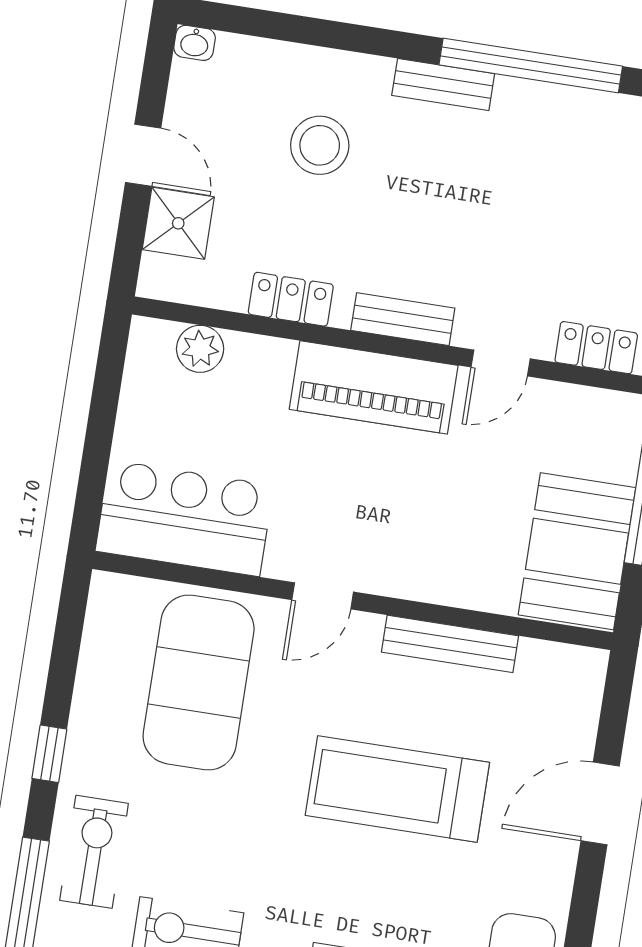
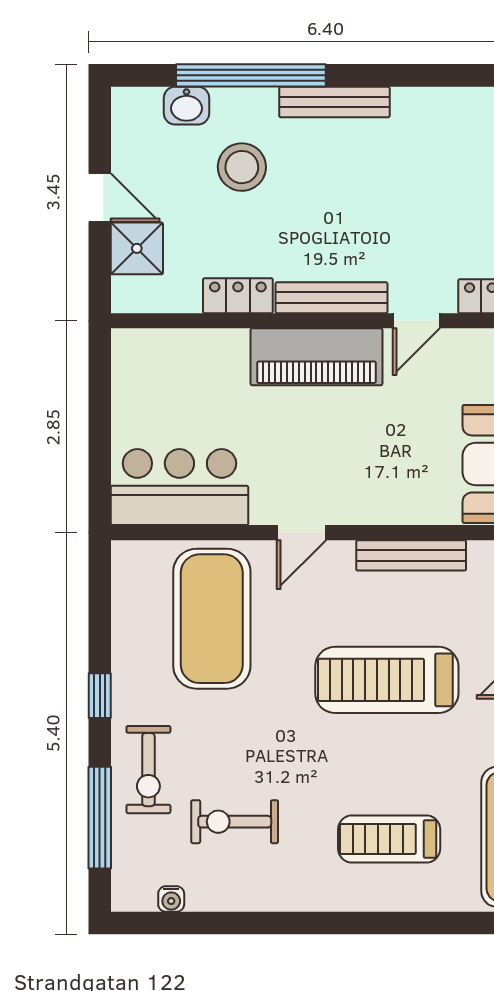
washbasin: (195, 43) -> (187, 106), moved, width x1.38, depth x1.45
window: (531, 66) -> (251, 75), moved
bench: (443, 85) -> (334, 102), width x1.36
bench: (403, 319) -> (331, 298), width x1.36
plant: (200, 349) -> (171, 348), removed
exercise bike: (94, 852) -> (148, 770), turned 180

